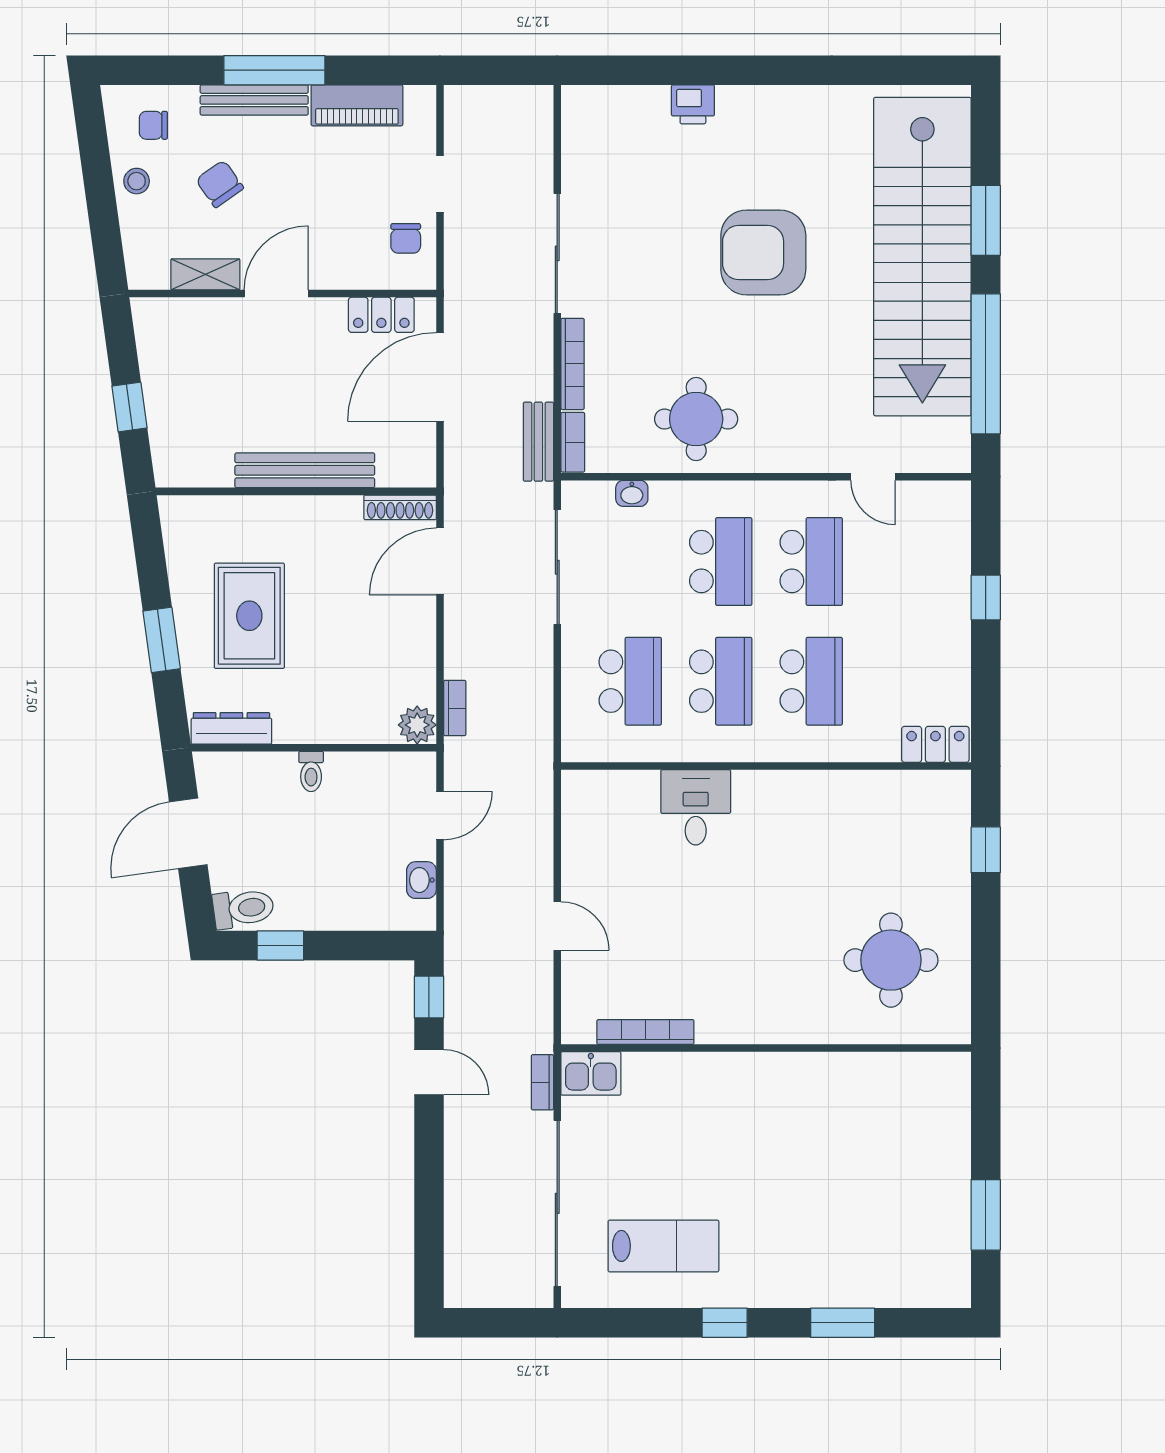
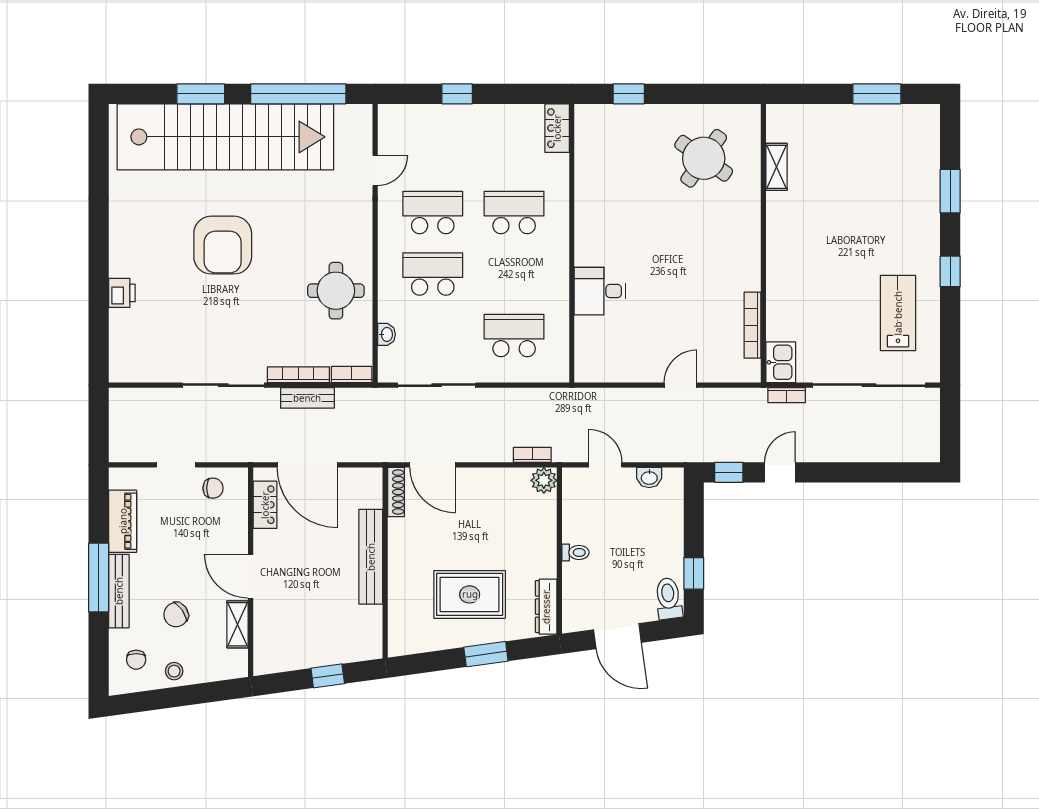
bench: (538, 442) -> (307, 398), moved
school desk: (721, 681) -> (514, 274), removed
round table: (891, 960) -> (704, 158), turned 35
shelving: (878, 1067) -> (776, 167), added

